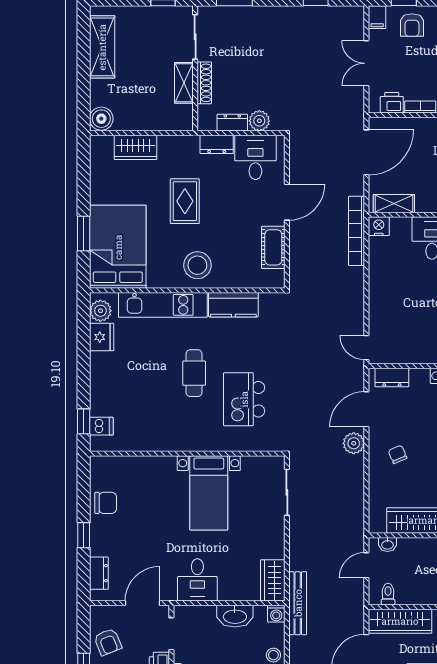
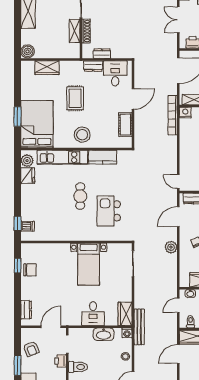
plant: (259, 121) -> (117, 53), removed
plant: (354, 443) -> (171, 247), moved
window: (84, 535) -> (18, 265), moved
desk: (197, 580) -> (93, 314), moved

